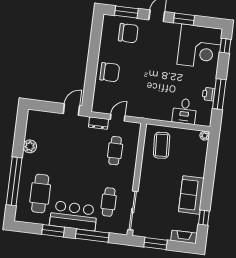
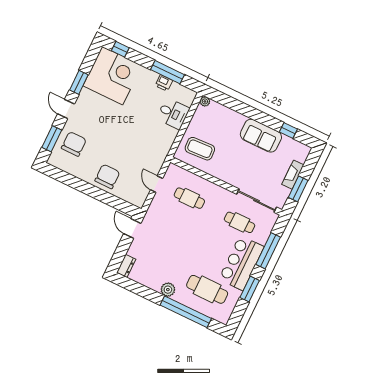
dresser: (98, 123) -> (126, 266), moved
plant: (30, 146) -> (168, 290), moved
fireplace: (184, 237) -> (293, 175), moved

